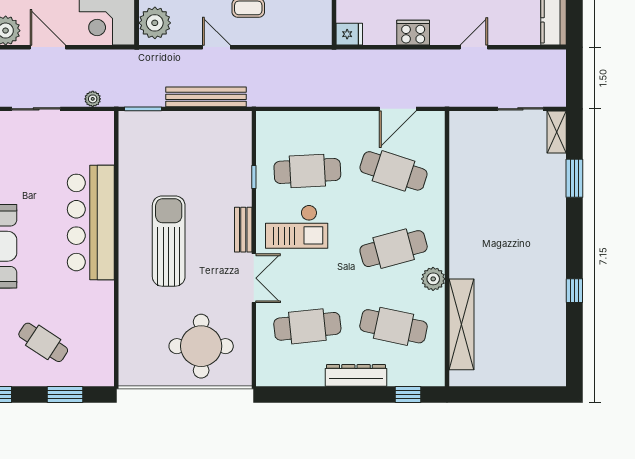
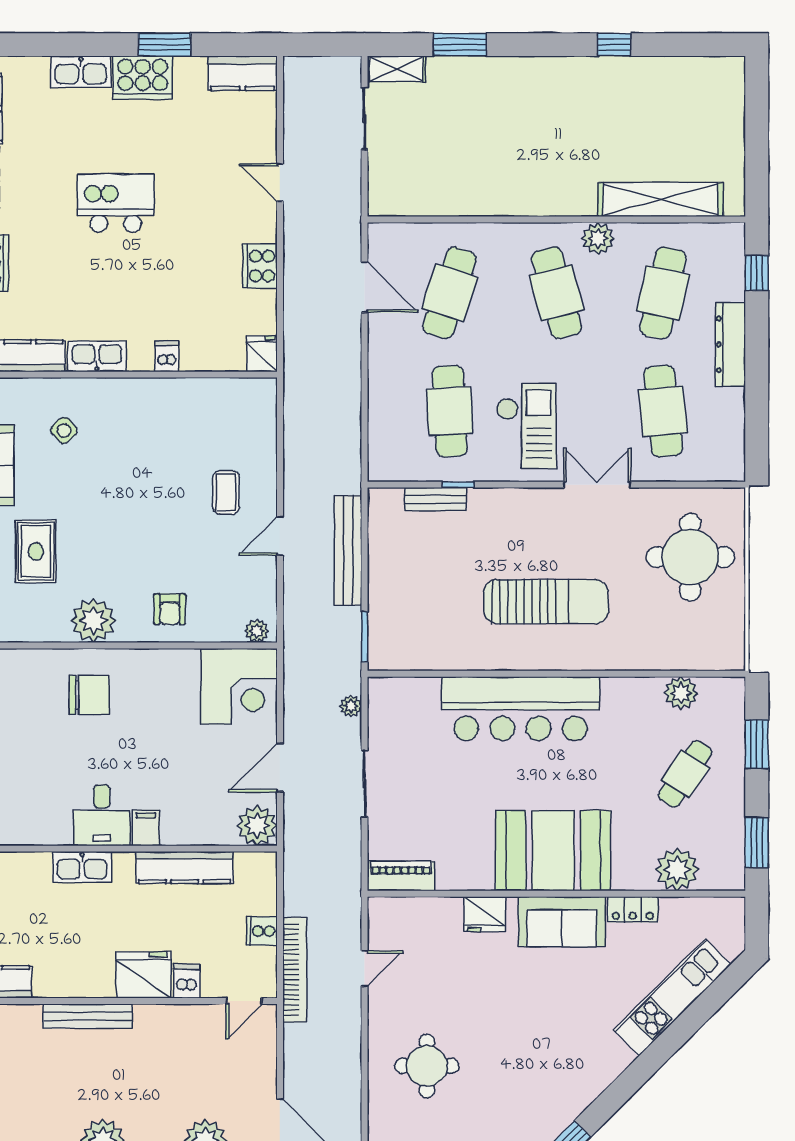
plant: (155, 23) -> (257, 631), width x0.53, depth x0.53
bench: (243, 230) -> (435, 499), moved
sun lounger: (169, 241) -> (546, 602), turned 180
plant: (102, 339) -> (681, 693), added

